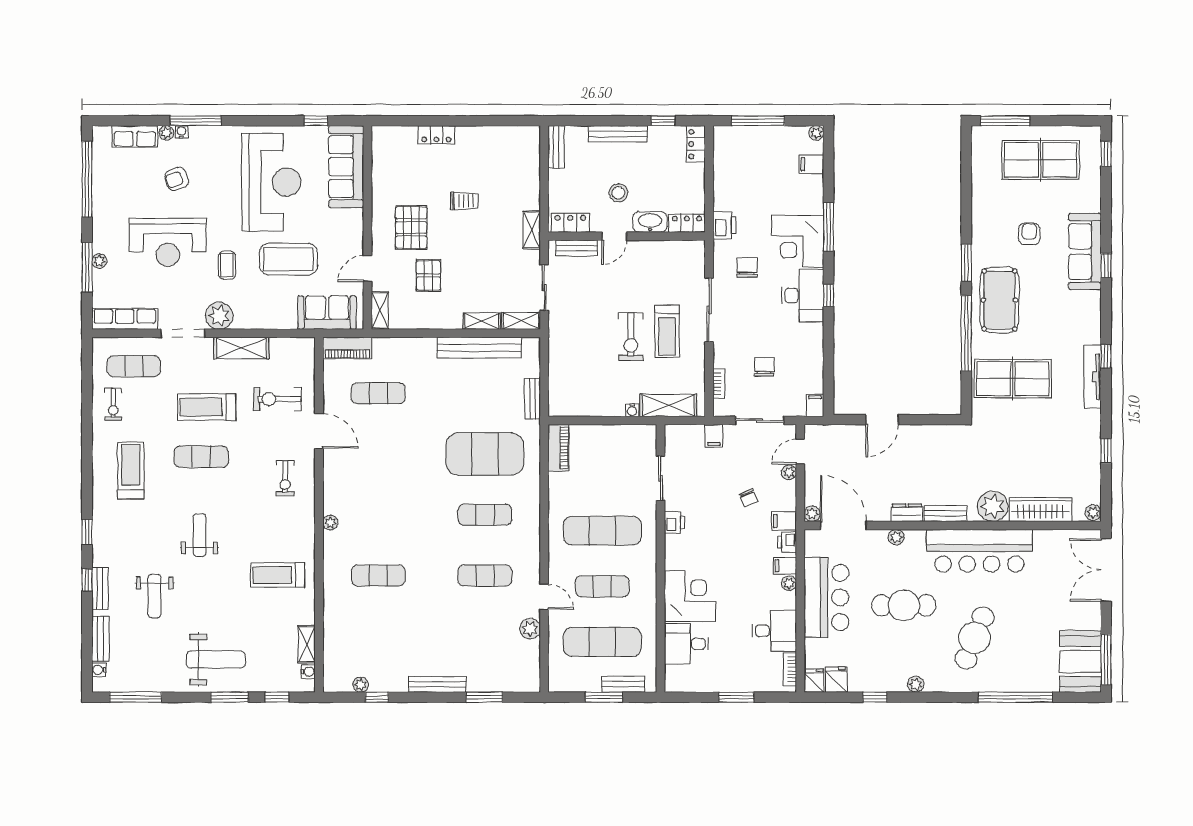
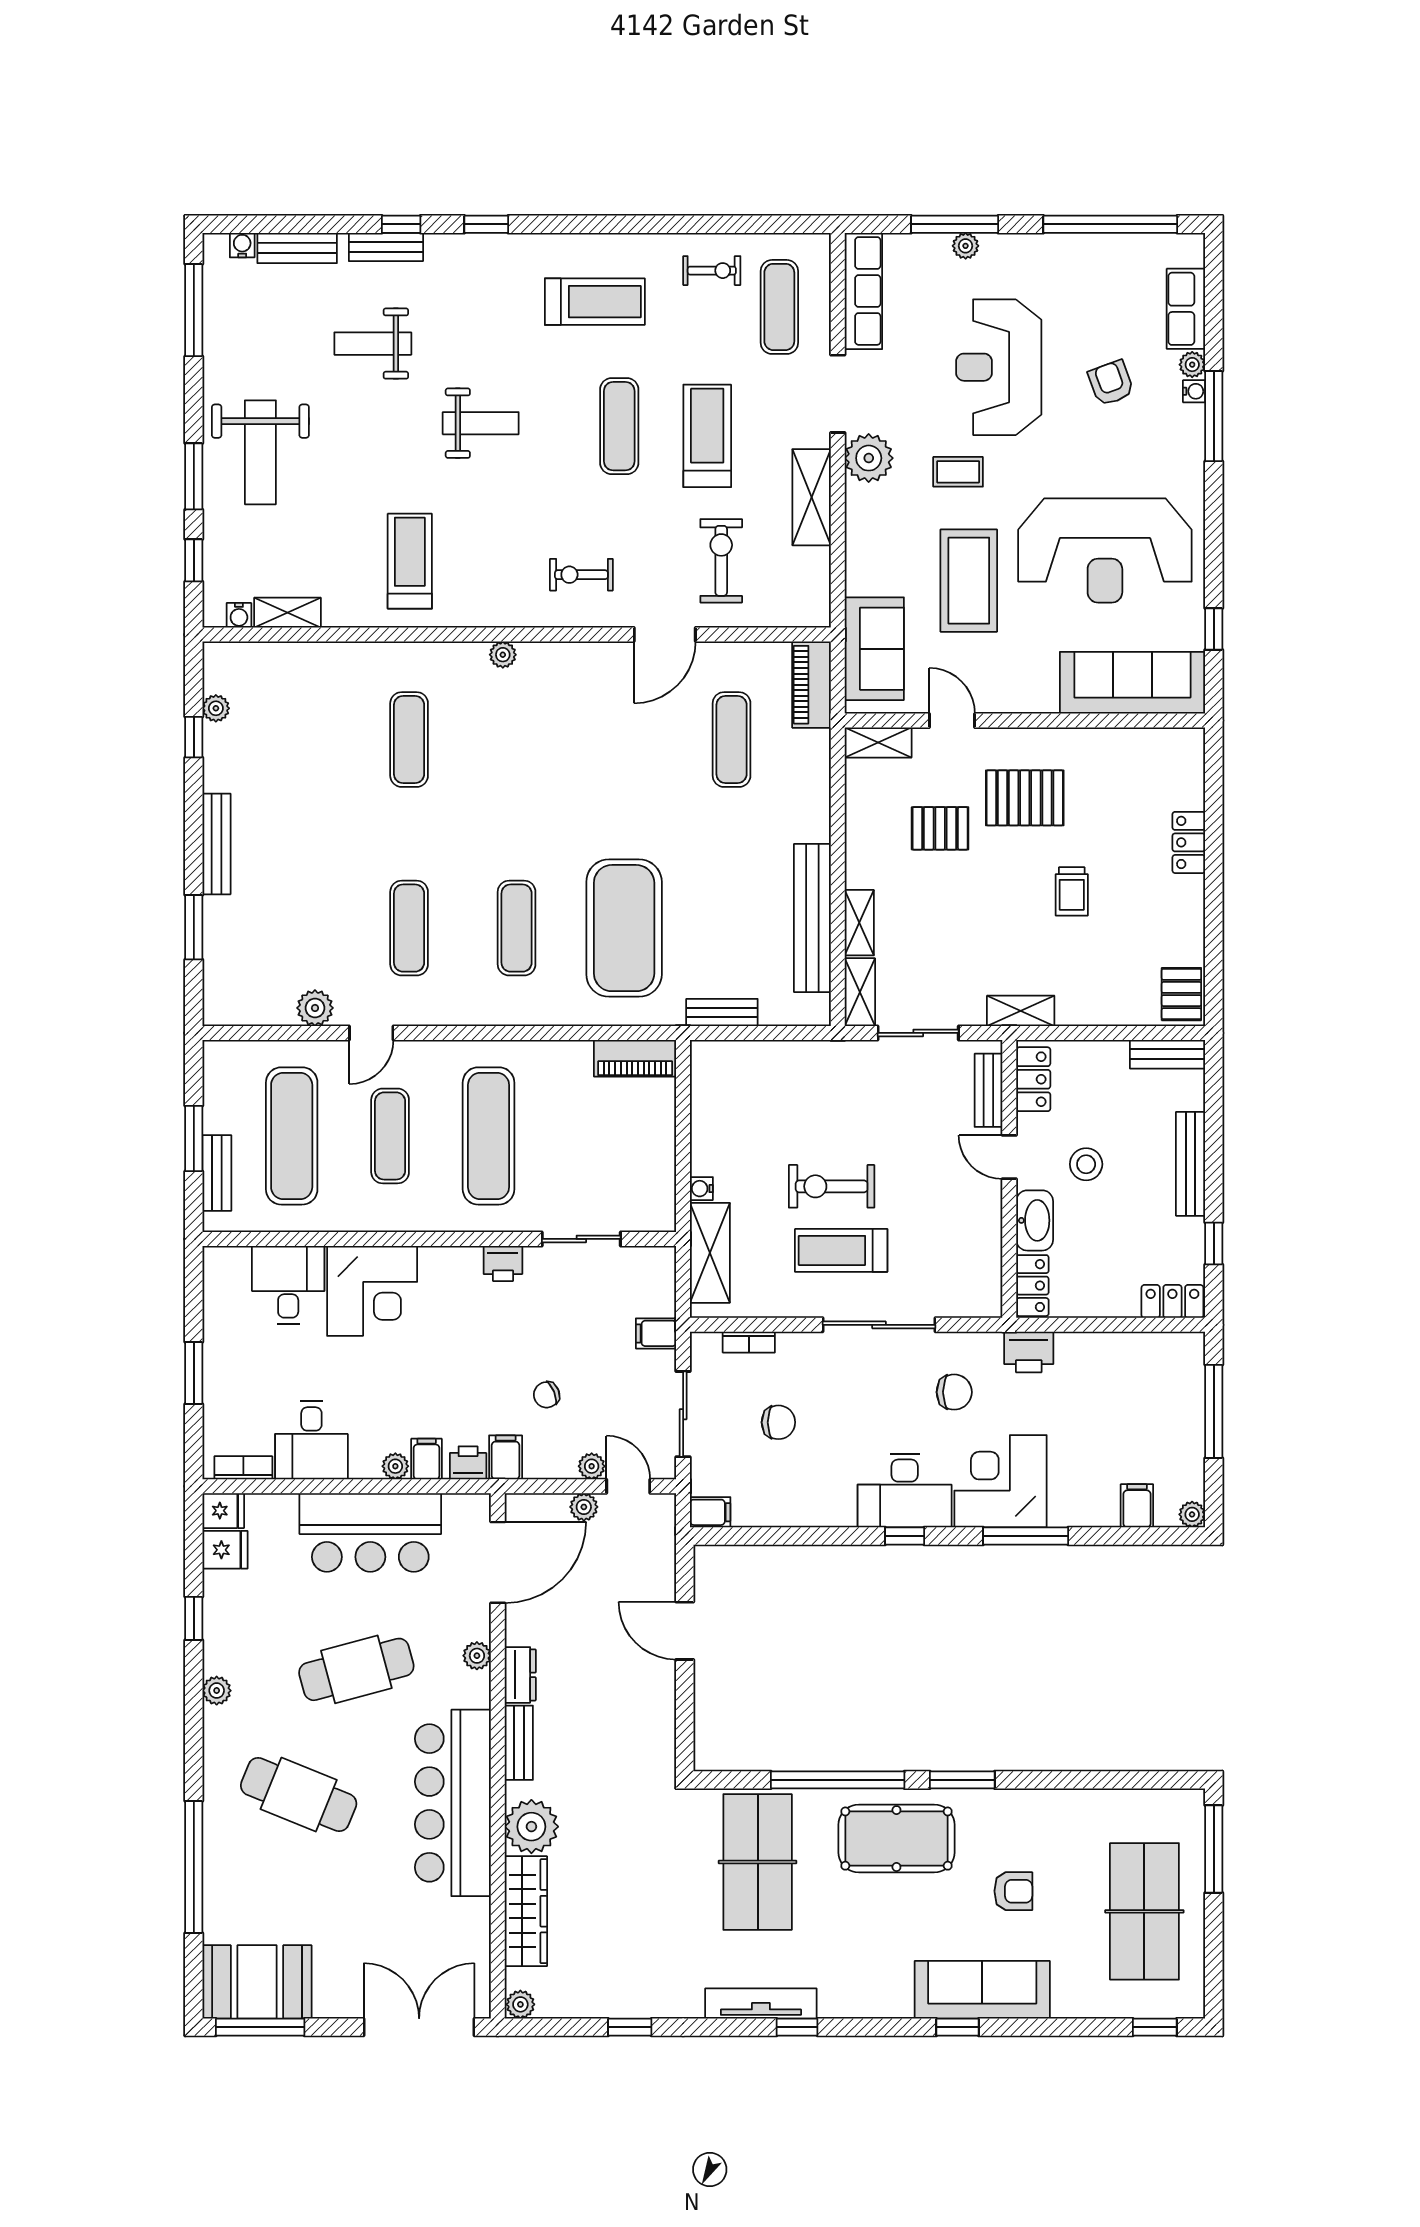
pallet: (522, 139) -> (1181, 994), added
exercise bike: (113, 404) -> (712, 271), turned 180
plant: (812, 514) -> (584, 1507), moved
cafe table: (904, 605) -> (356, 1669), turned 75

